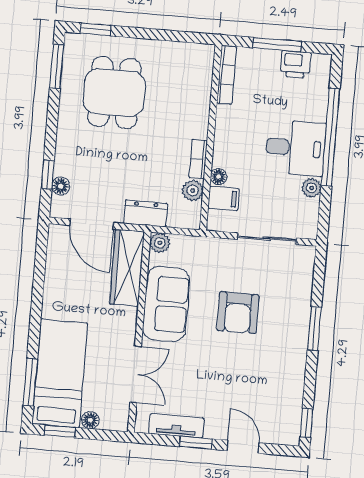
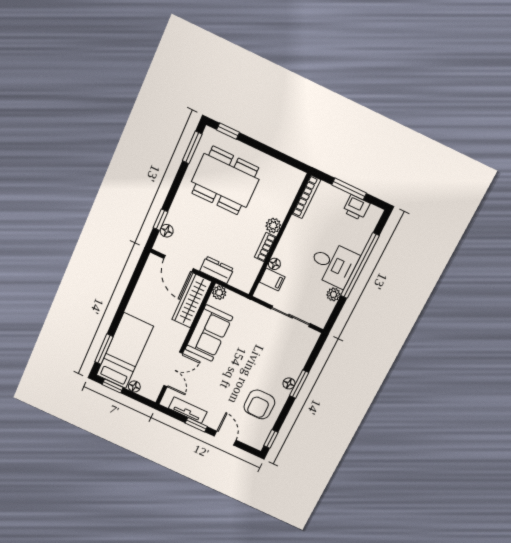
dining table: (114, 93) -> (225, 181), width x1.38
plant: (193, 191) -> (273, 226), moved
armchair: (238, 313) -> (259, 404), moved
floor lamp: (300, 333) -> (289, 383), added

